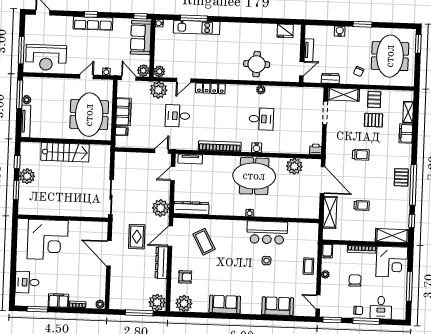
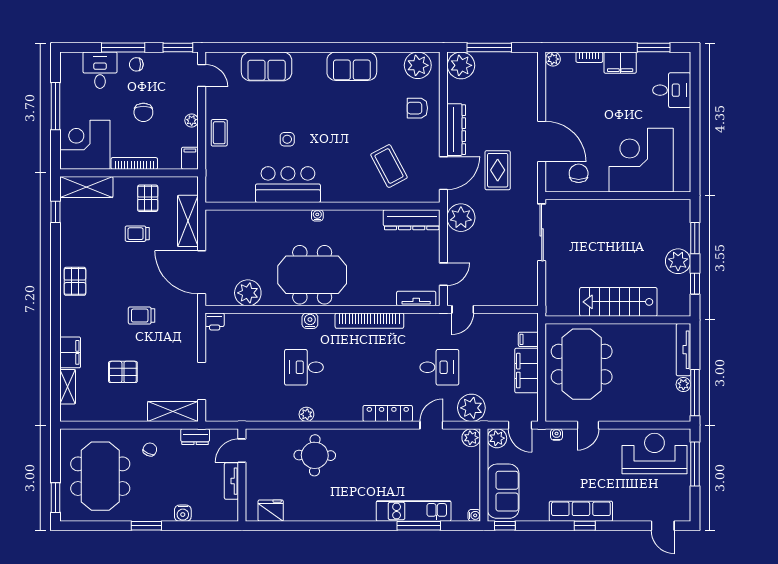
pallet: (374, 100) -> (148, 198), moved
window: (413, 185) -> (55, 270), removed
chair: (87, 233) -> (579, 173), added

